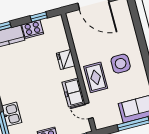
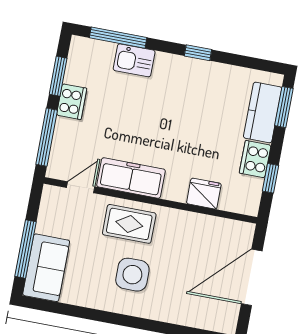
fridge: (66, 60) -> (204, 194), moved
freezer: (73, 93) -> (131, 178), width x1.40

